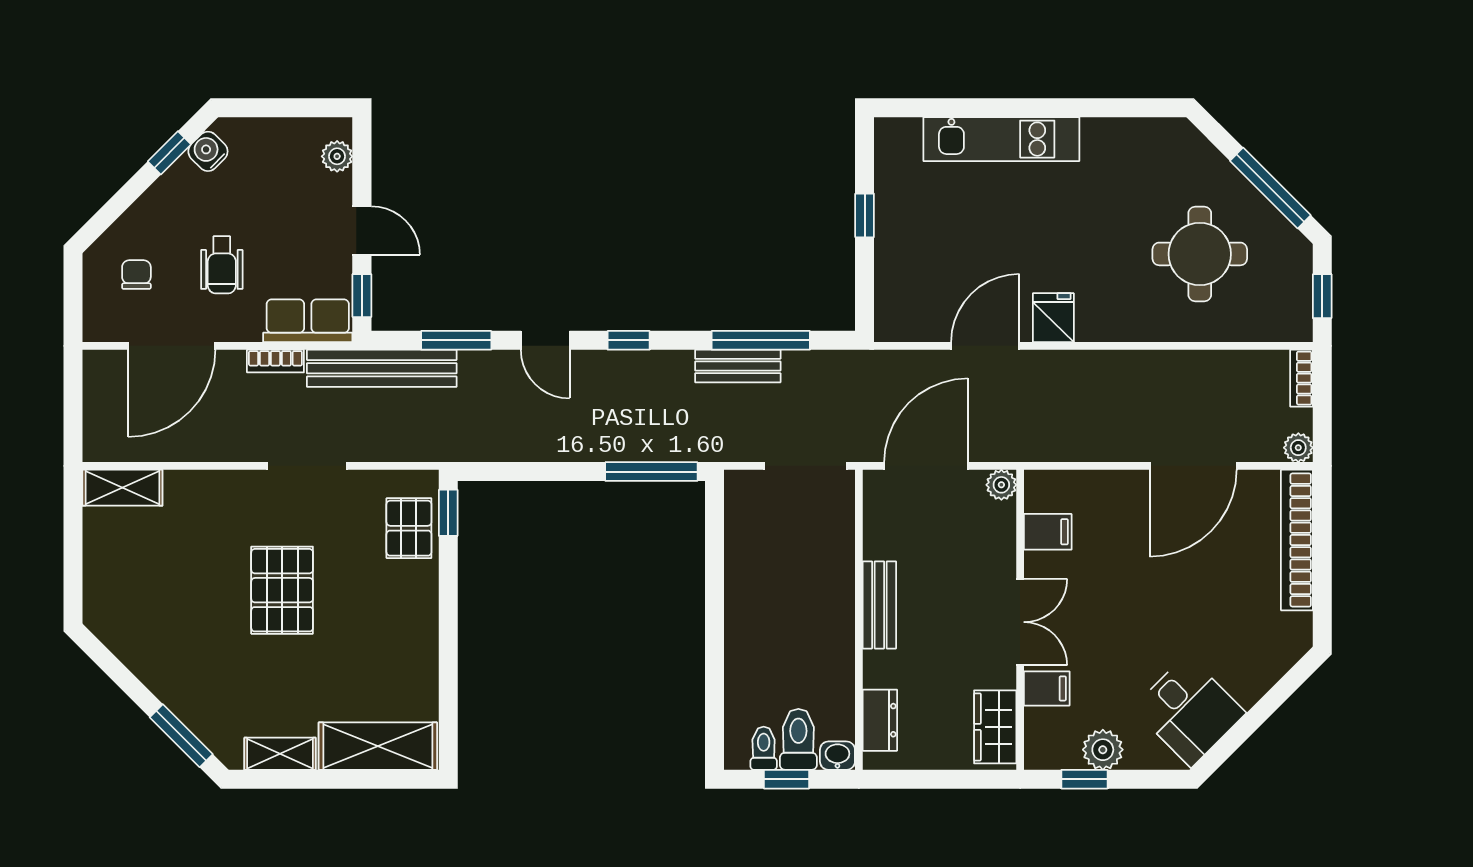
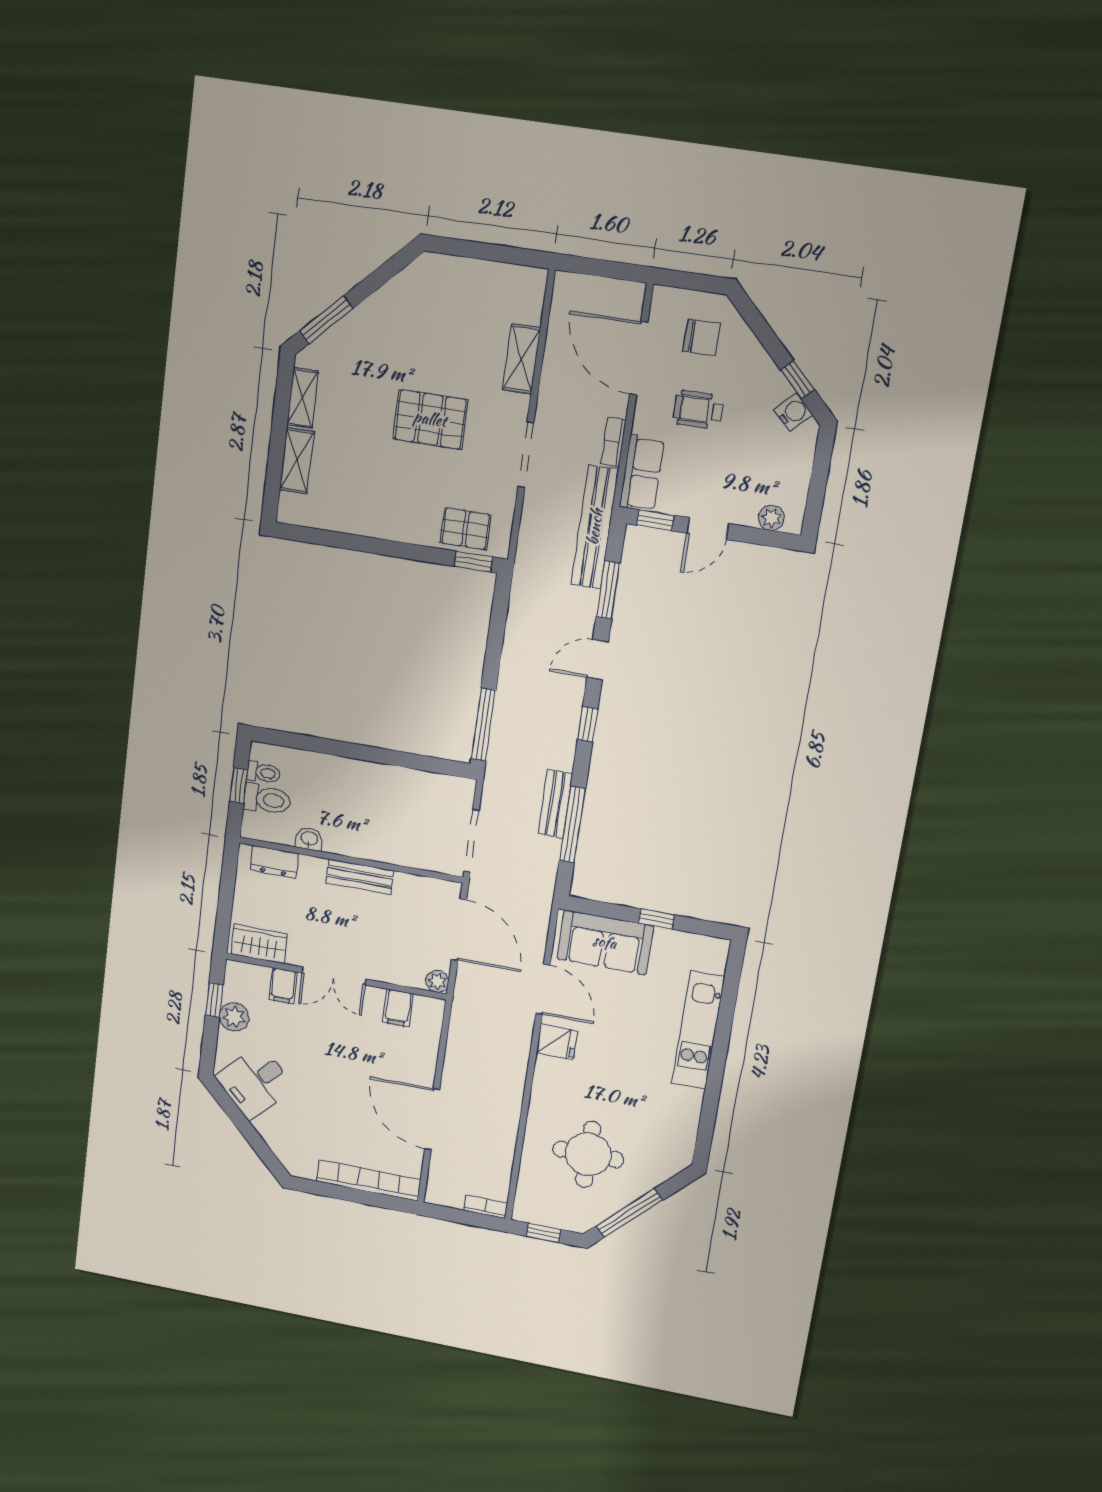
chair: (136, 275) -> (702, 337), width x1.37, depth x1.37
sofa: (908, 275) -> (605, 942), added
plant: (1298, 448) -> (435, 1195), removed
shelving: (122, 488) -> (522, 359), moved
shelving: (378, 746) -> (297, 461), width x0.67, depth x0.75
washbasin: (837, 756) -> (309, 839), moved, turned -90

